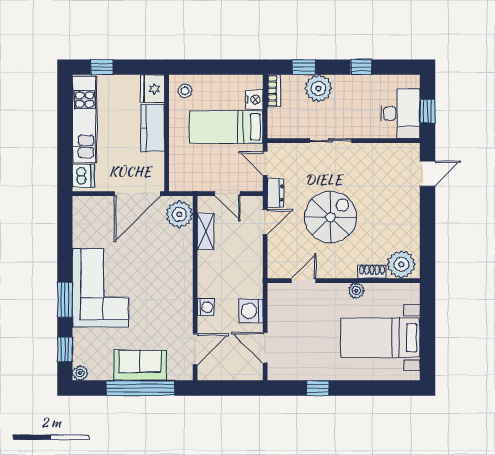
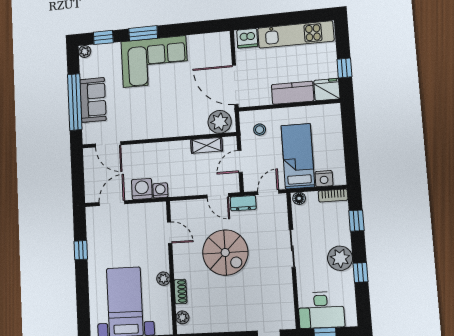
window: (102, 67) -> (344, 68), moved
plant: (318, 88) -> (340, 258), moved
stool: (185, 91) -> (260, 130), moved
floor lamp: (274, 129) -> (299, 198), added
plant: (401, 264) -> (182, 317), width x0.53, depth x0.53
washing machine: (206, 307) -> (160, 190), moved, turned 180

